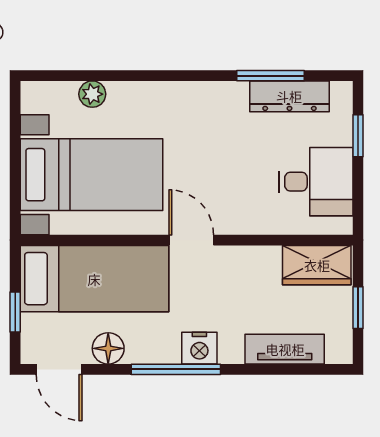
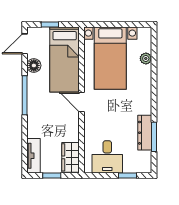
dresser: (289, 96) -> (145, 133), moved
door: (191, 240) -> (82, 102), swing flipped
nightstand: (199, 348) -> (34, 106), removed
tv unit: (285, 349) -> (34, 156), moved

